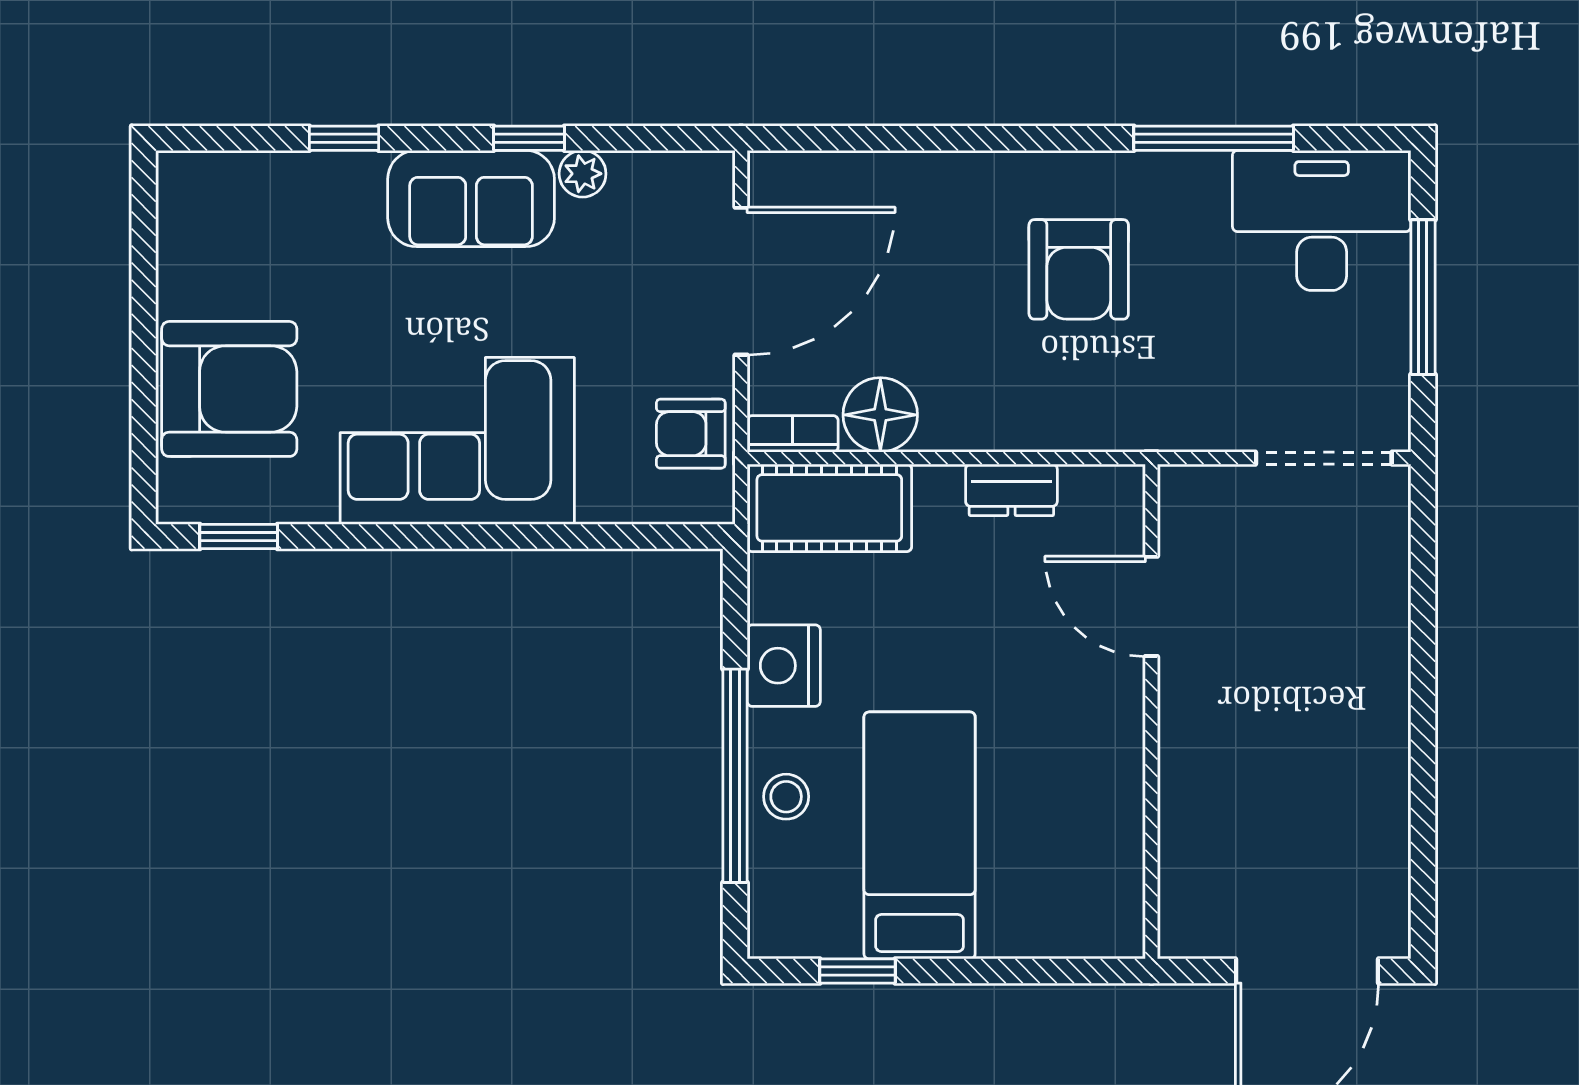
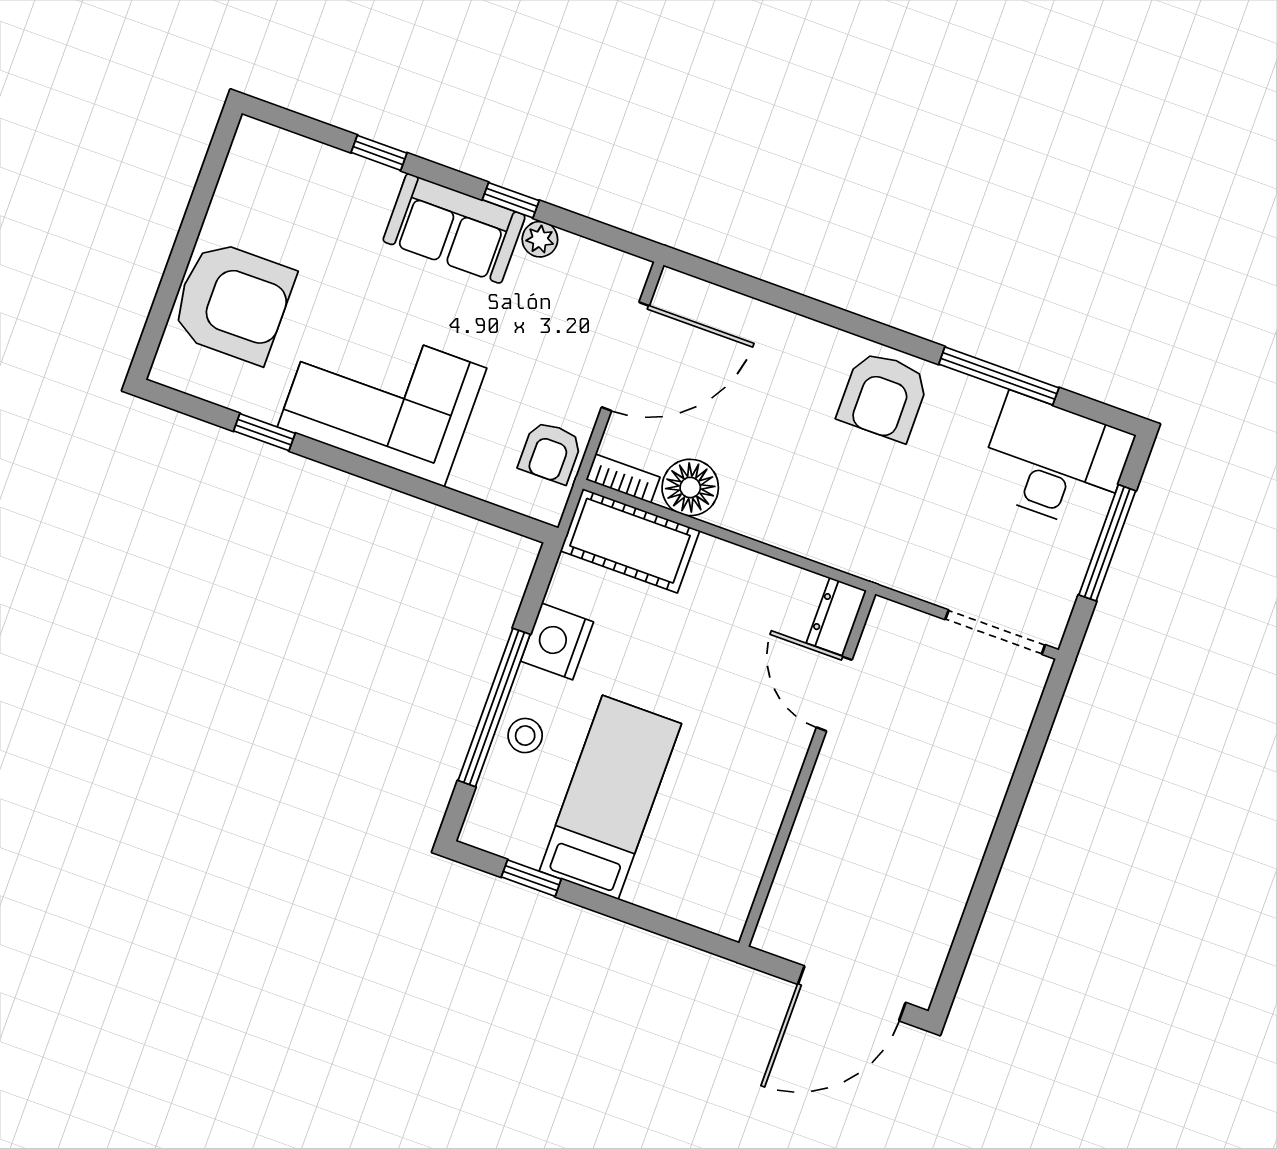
armchair: (1079, 269) -> (883, 396), moved
armchair: (691, 434) -> (550, 452), turned -90
dresser: (1011, 490) -> (836, 617), moved, turned 90
window: (239, 537) -> (264, 432), moved

